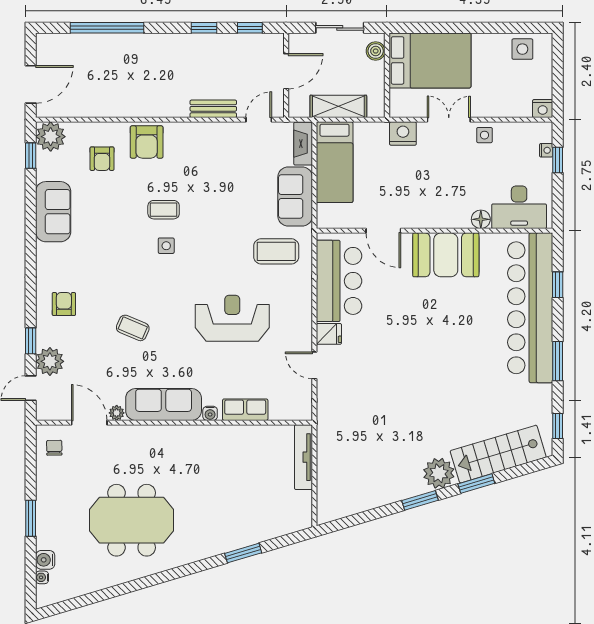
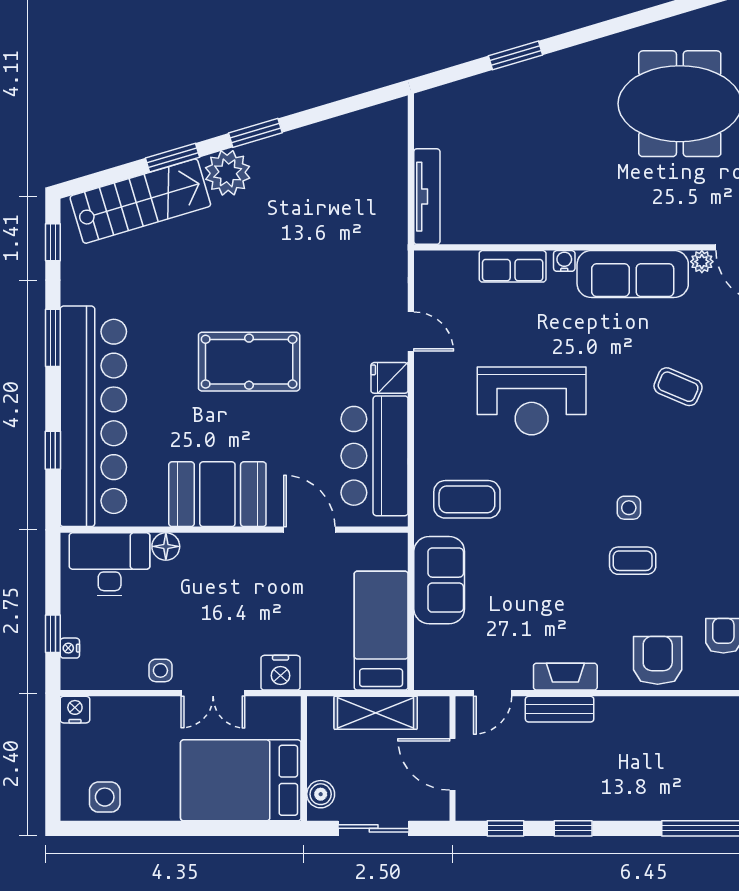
door: (286, 71) -> (453, 764), hinge flipped
fireplace: (303, 144) -> (565, 677), moved, turned -90
pool table: (424, 345) -> (249, 362), added

